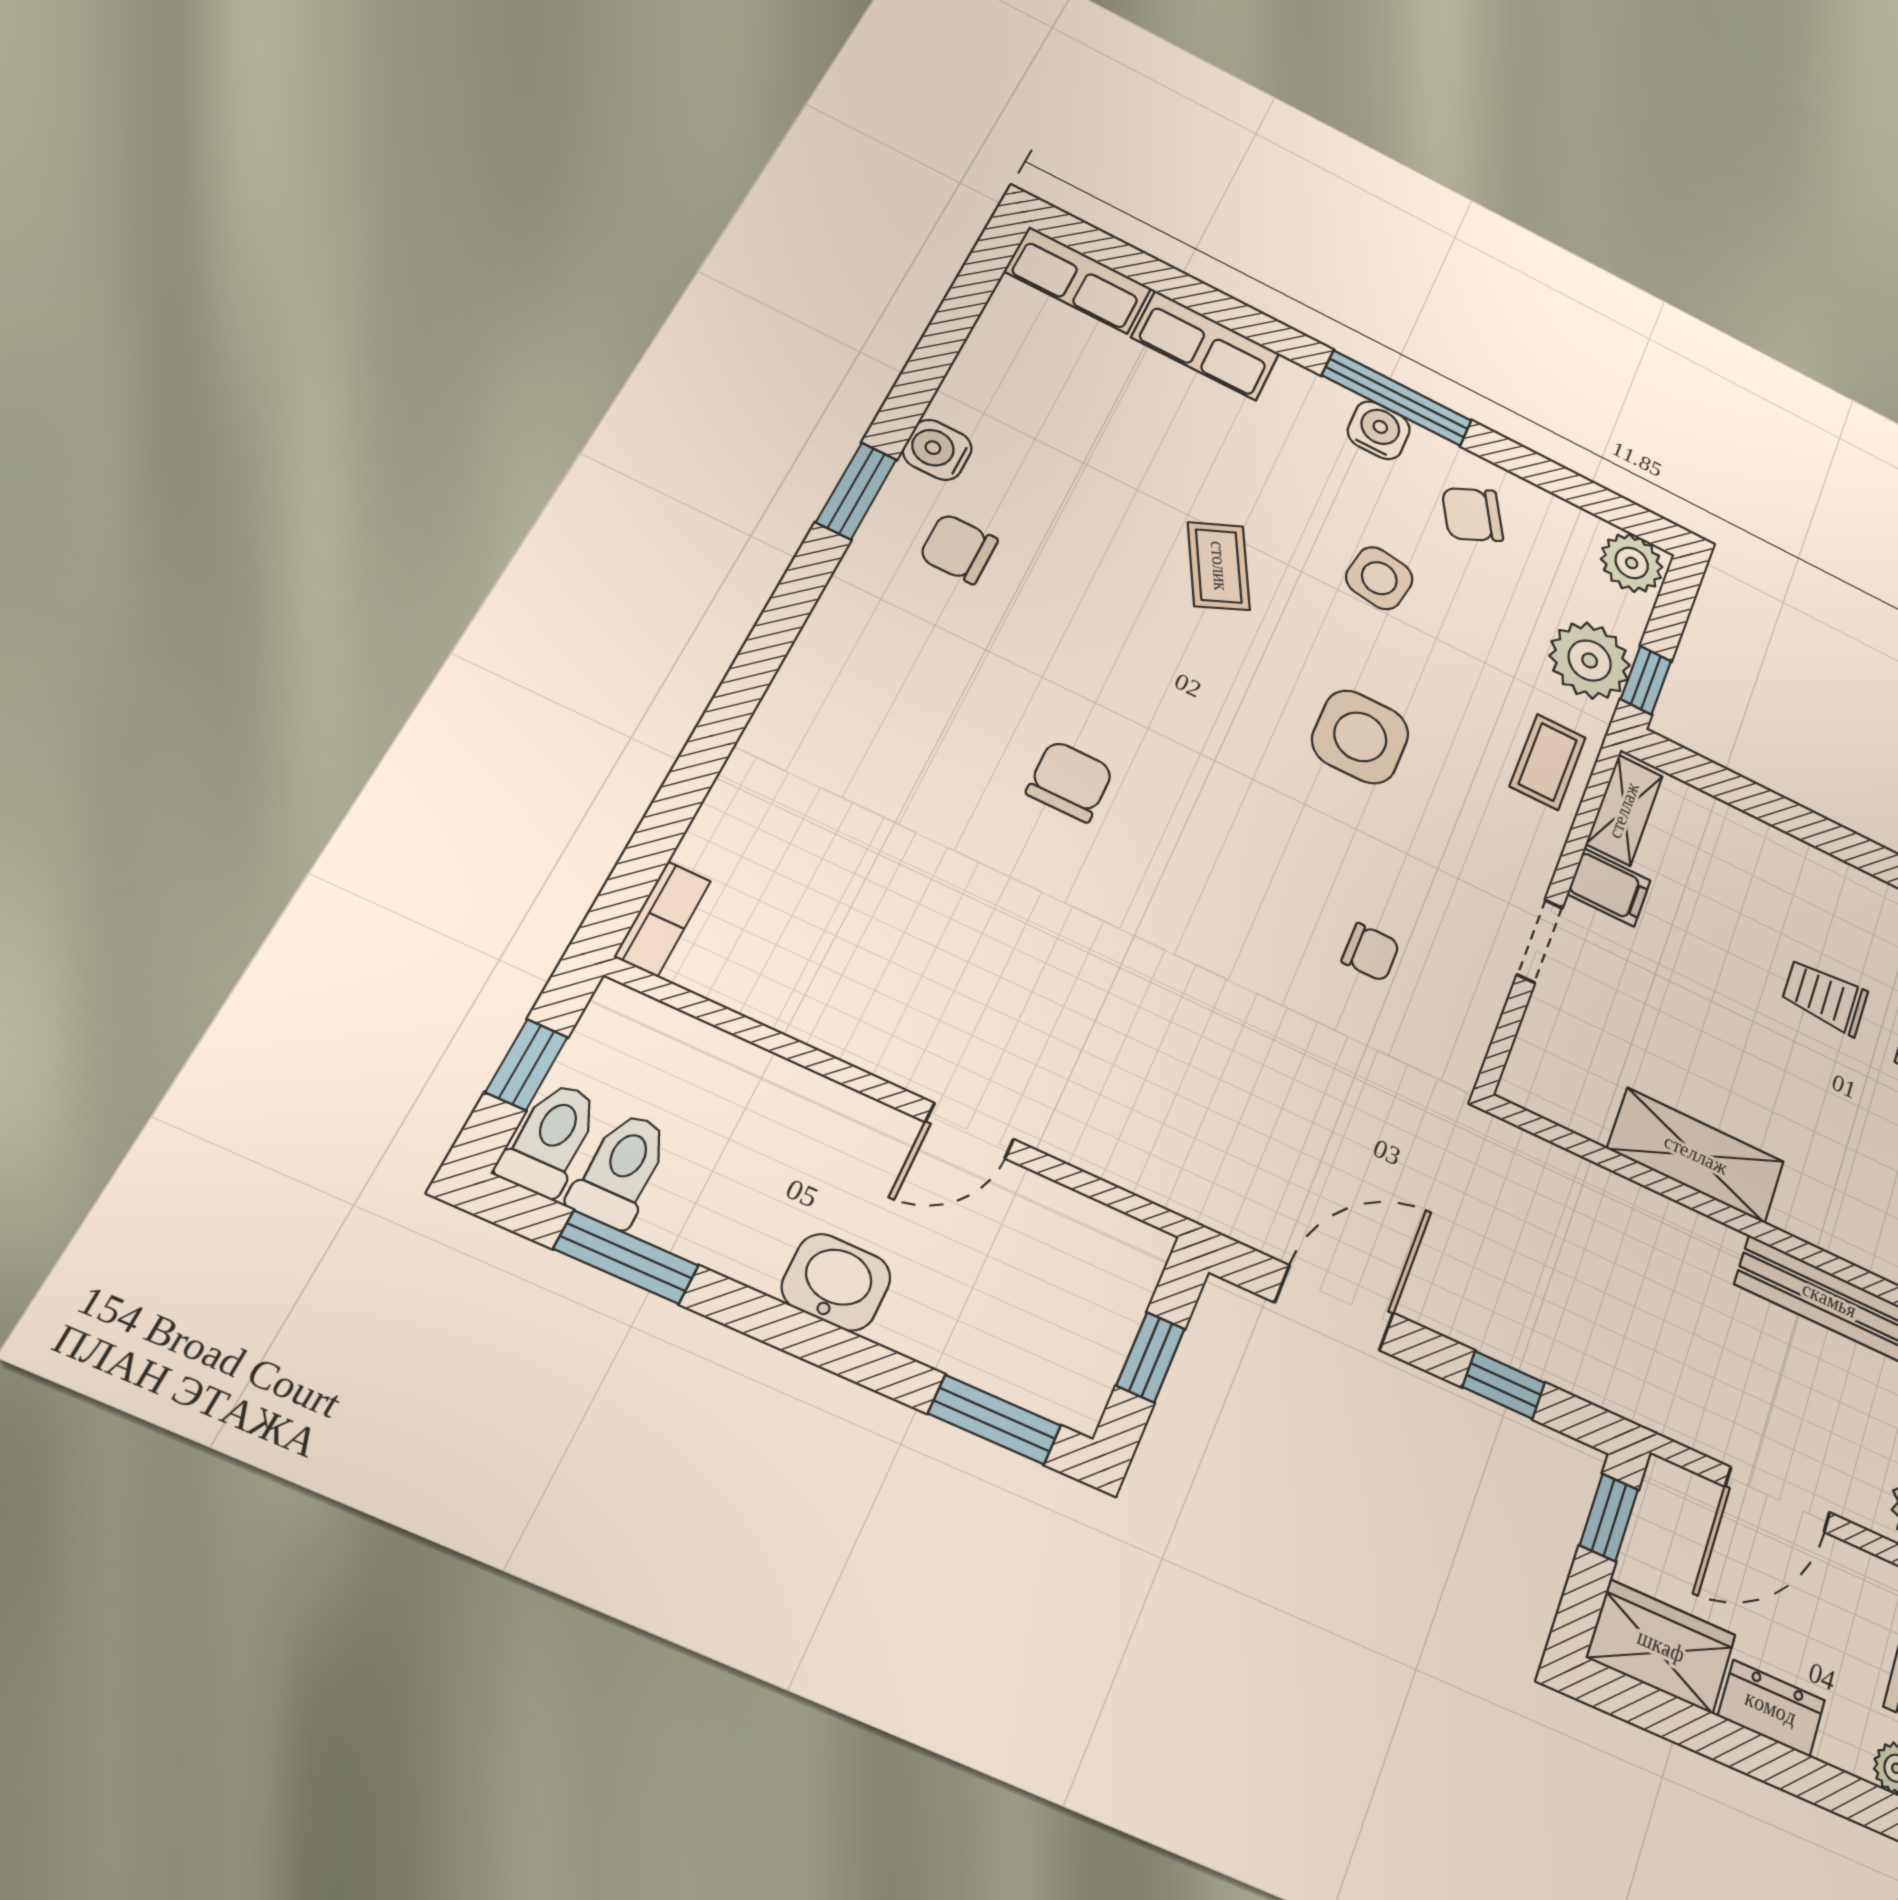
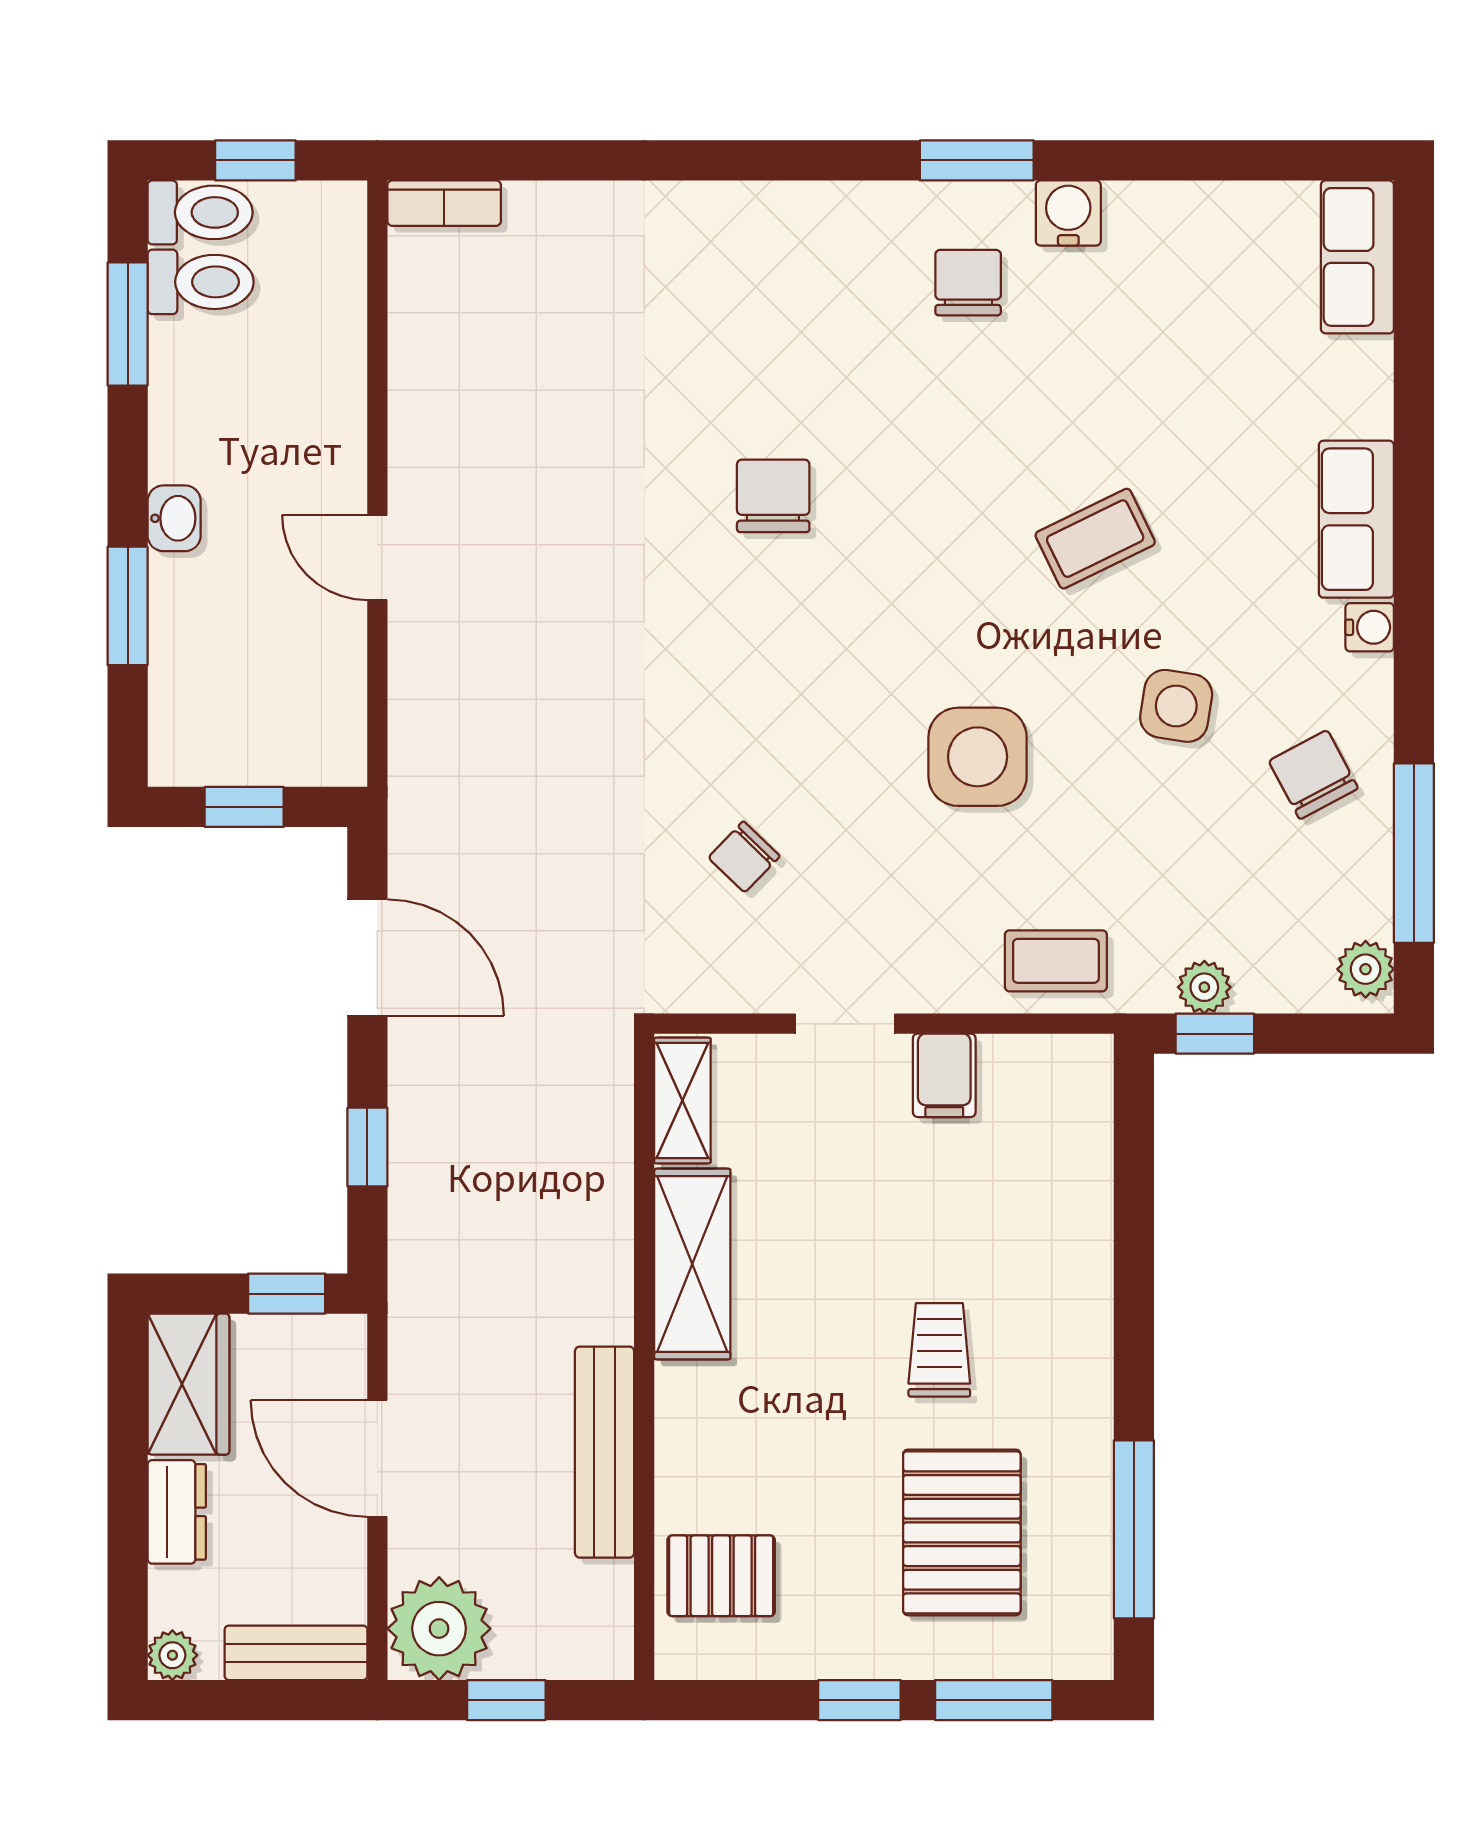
row of seats: (1206, 345) -> (1356, 519), moved
window: (1397, 398) -> (1414, 853), moved
water cooler: (1379, 430) -> (1370, 627), width x0.72, depth x0.72
plant: (1632, 563) -> (1366, 969), width x0.73, depth x0.73
plant: (1590, 660) -> (1204, 987), width x0.53, depth x0.53
chair: (1070, 781) -> (773, 496), turned -90
shelving: (1624, 810) -> (682, 1101), moved, turned 90
chair: (1371, 952) -> (744, 857), turned 44
washbasin: (836, 1282) -> (174, 518), width x0.72, depth x0.69
window: (995, 1420) -> (128, 606), moved

